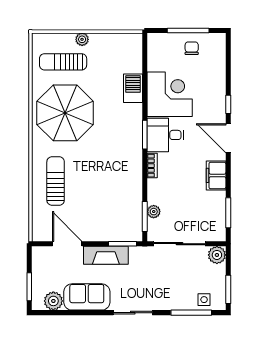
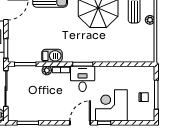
barbecue: (133, 88) -> (52, 56), moved
corner desk: (170, 94) -> (111, 105), moved, turned 180
filing cabinet: (216, 175) -> (54, 114), removed
plant: (154, 212) -> (47, 70), moved

